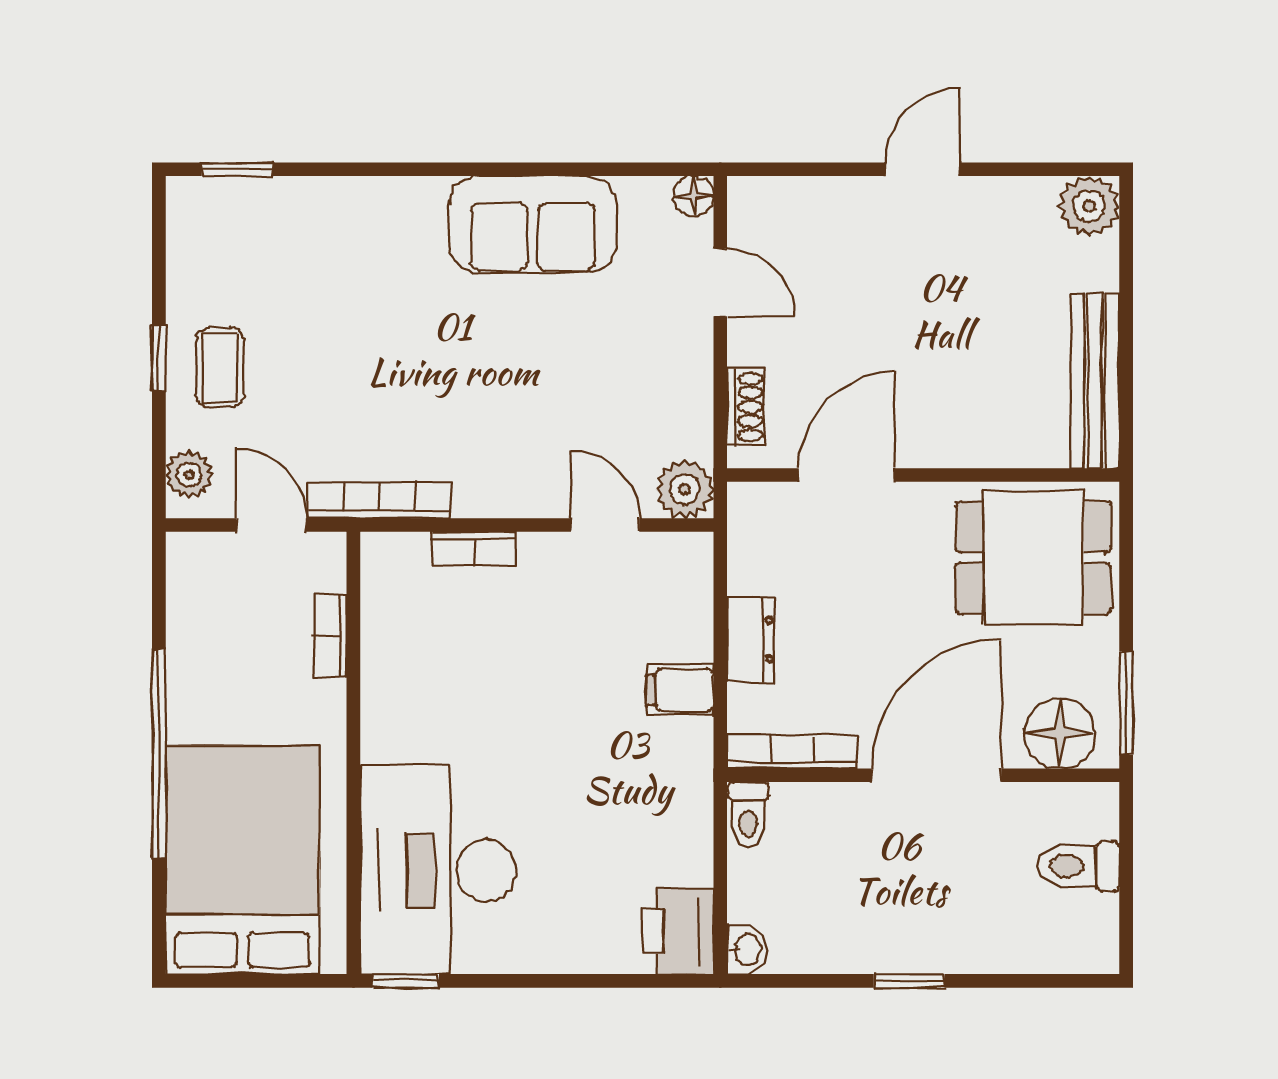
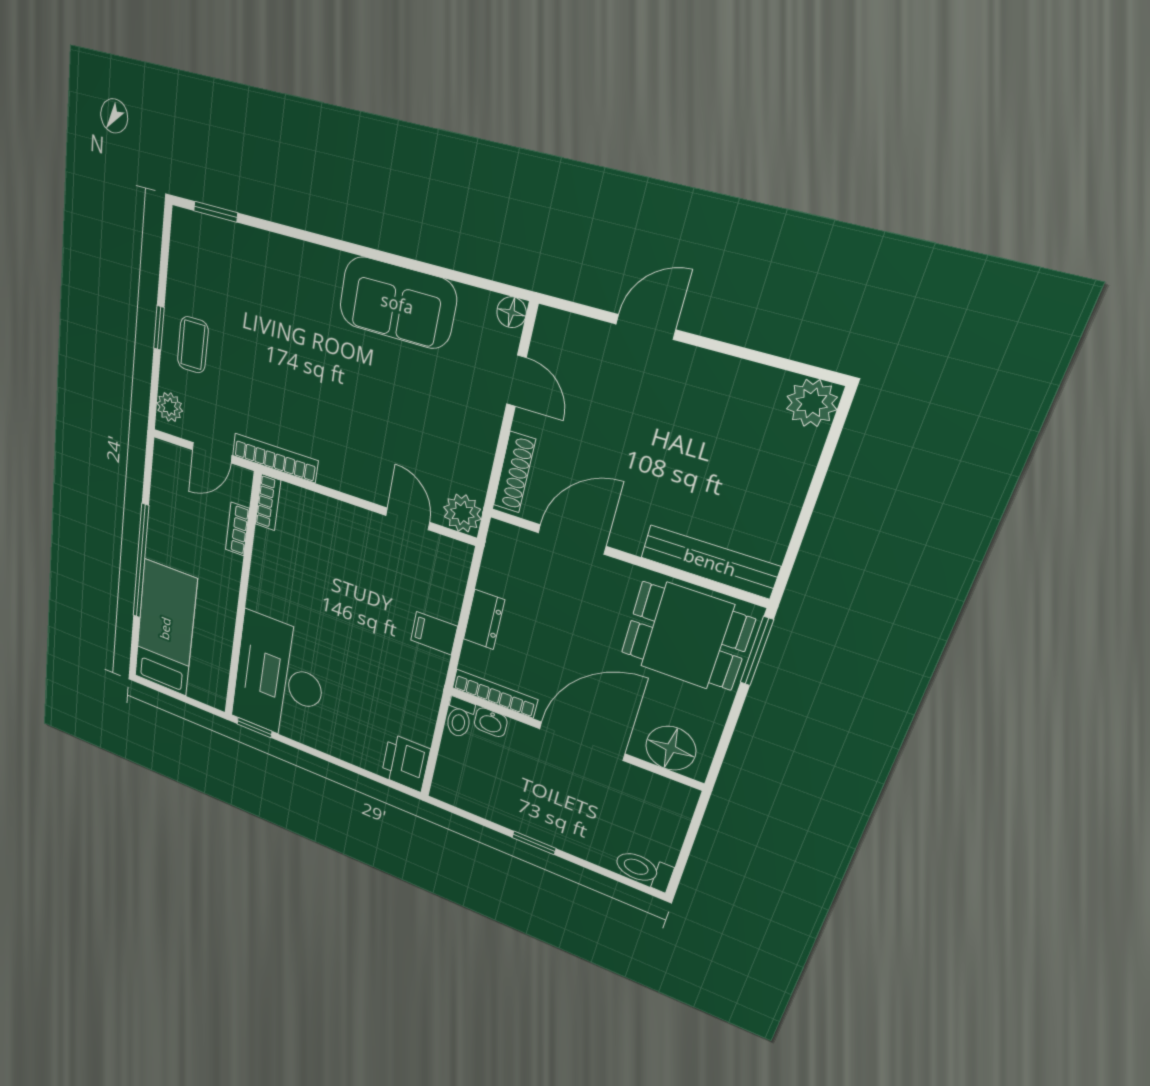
door: (923, 169) -> (646, 327), moved
bench: (1095, 381) -> (710, 562), moved, turned 90
shoe rack: (746, 407) -> (514, 472), width x1.43
door: (271, 525) -> (212, 453), swing flipped
bookcase: (474, 549) -> (268, 502), moved, turned -90
window: (1126, 703) -> (757, 651), moved
bed: (243, 860) -> (165, 628), width x0.67
toilet: (1078, 866) -> (643, 870), moved
washbasin: (747, 950) -> (491, 722), moved, turned 90

